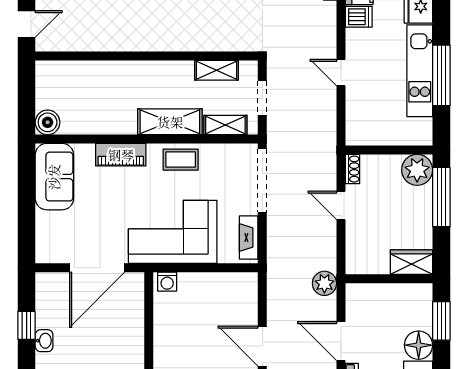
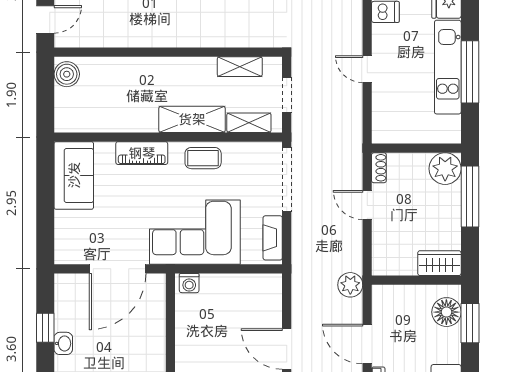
boiler: (48, 122) -> (67, 74), moved
floor lamp: (419, 345) -> (446, 312), moved

